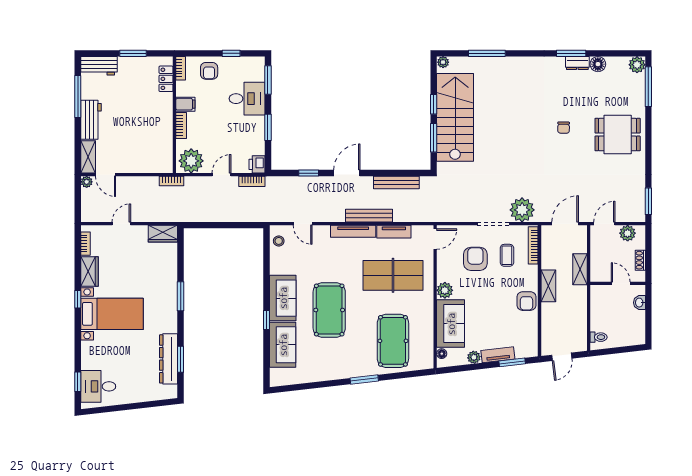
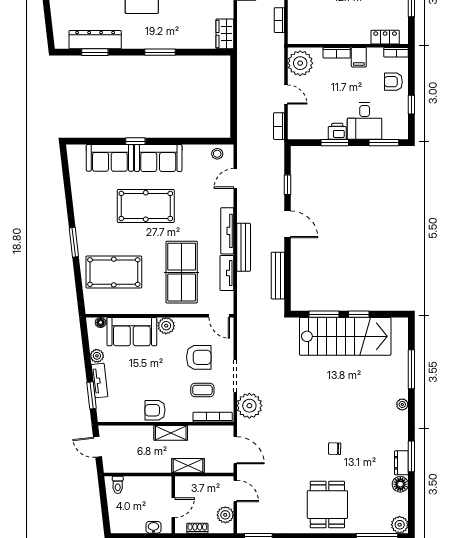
plant: (443, 62) -> (402, 404), moved
printer: (257, 164) -> (337, 131), moved
bookcase: (171, 181) -> (279, 20), moved

